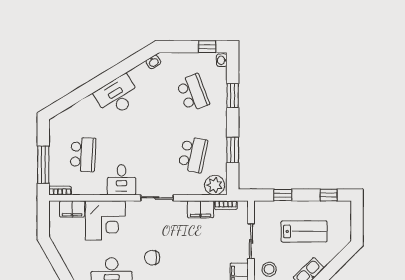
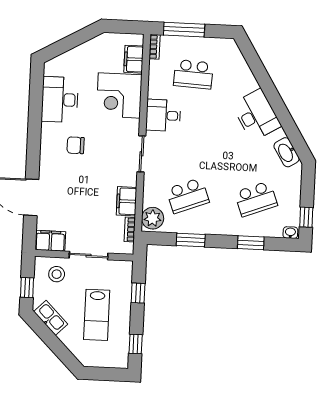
washbasin: (153, 62) -> (287, 152), width x1.91, depth x1.45
school desk: (193, 154) -> (188, 196), turned -33
chair: (152, 258) -> (76, 145), turned -90

